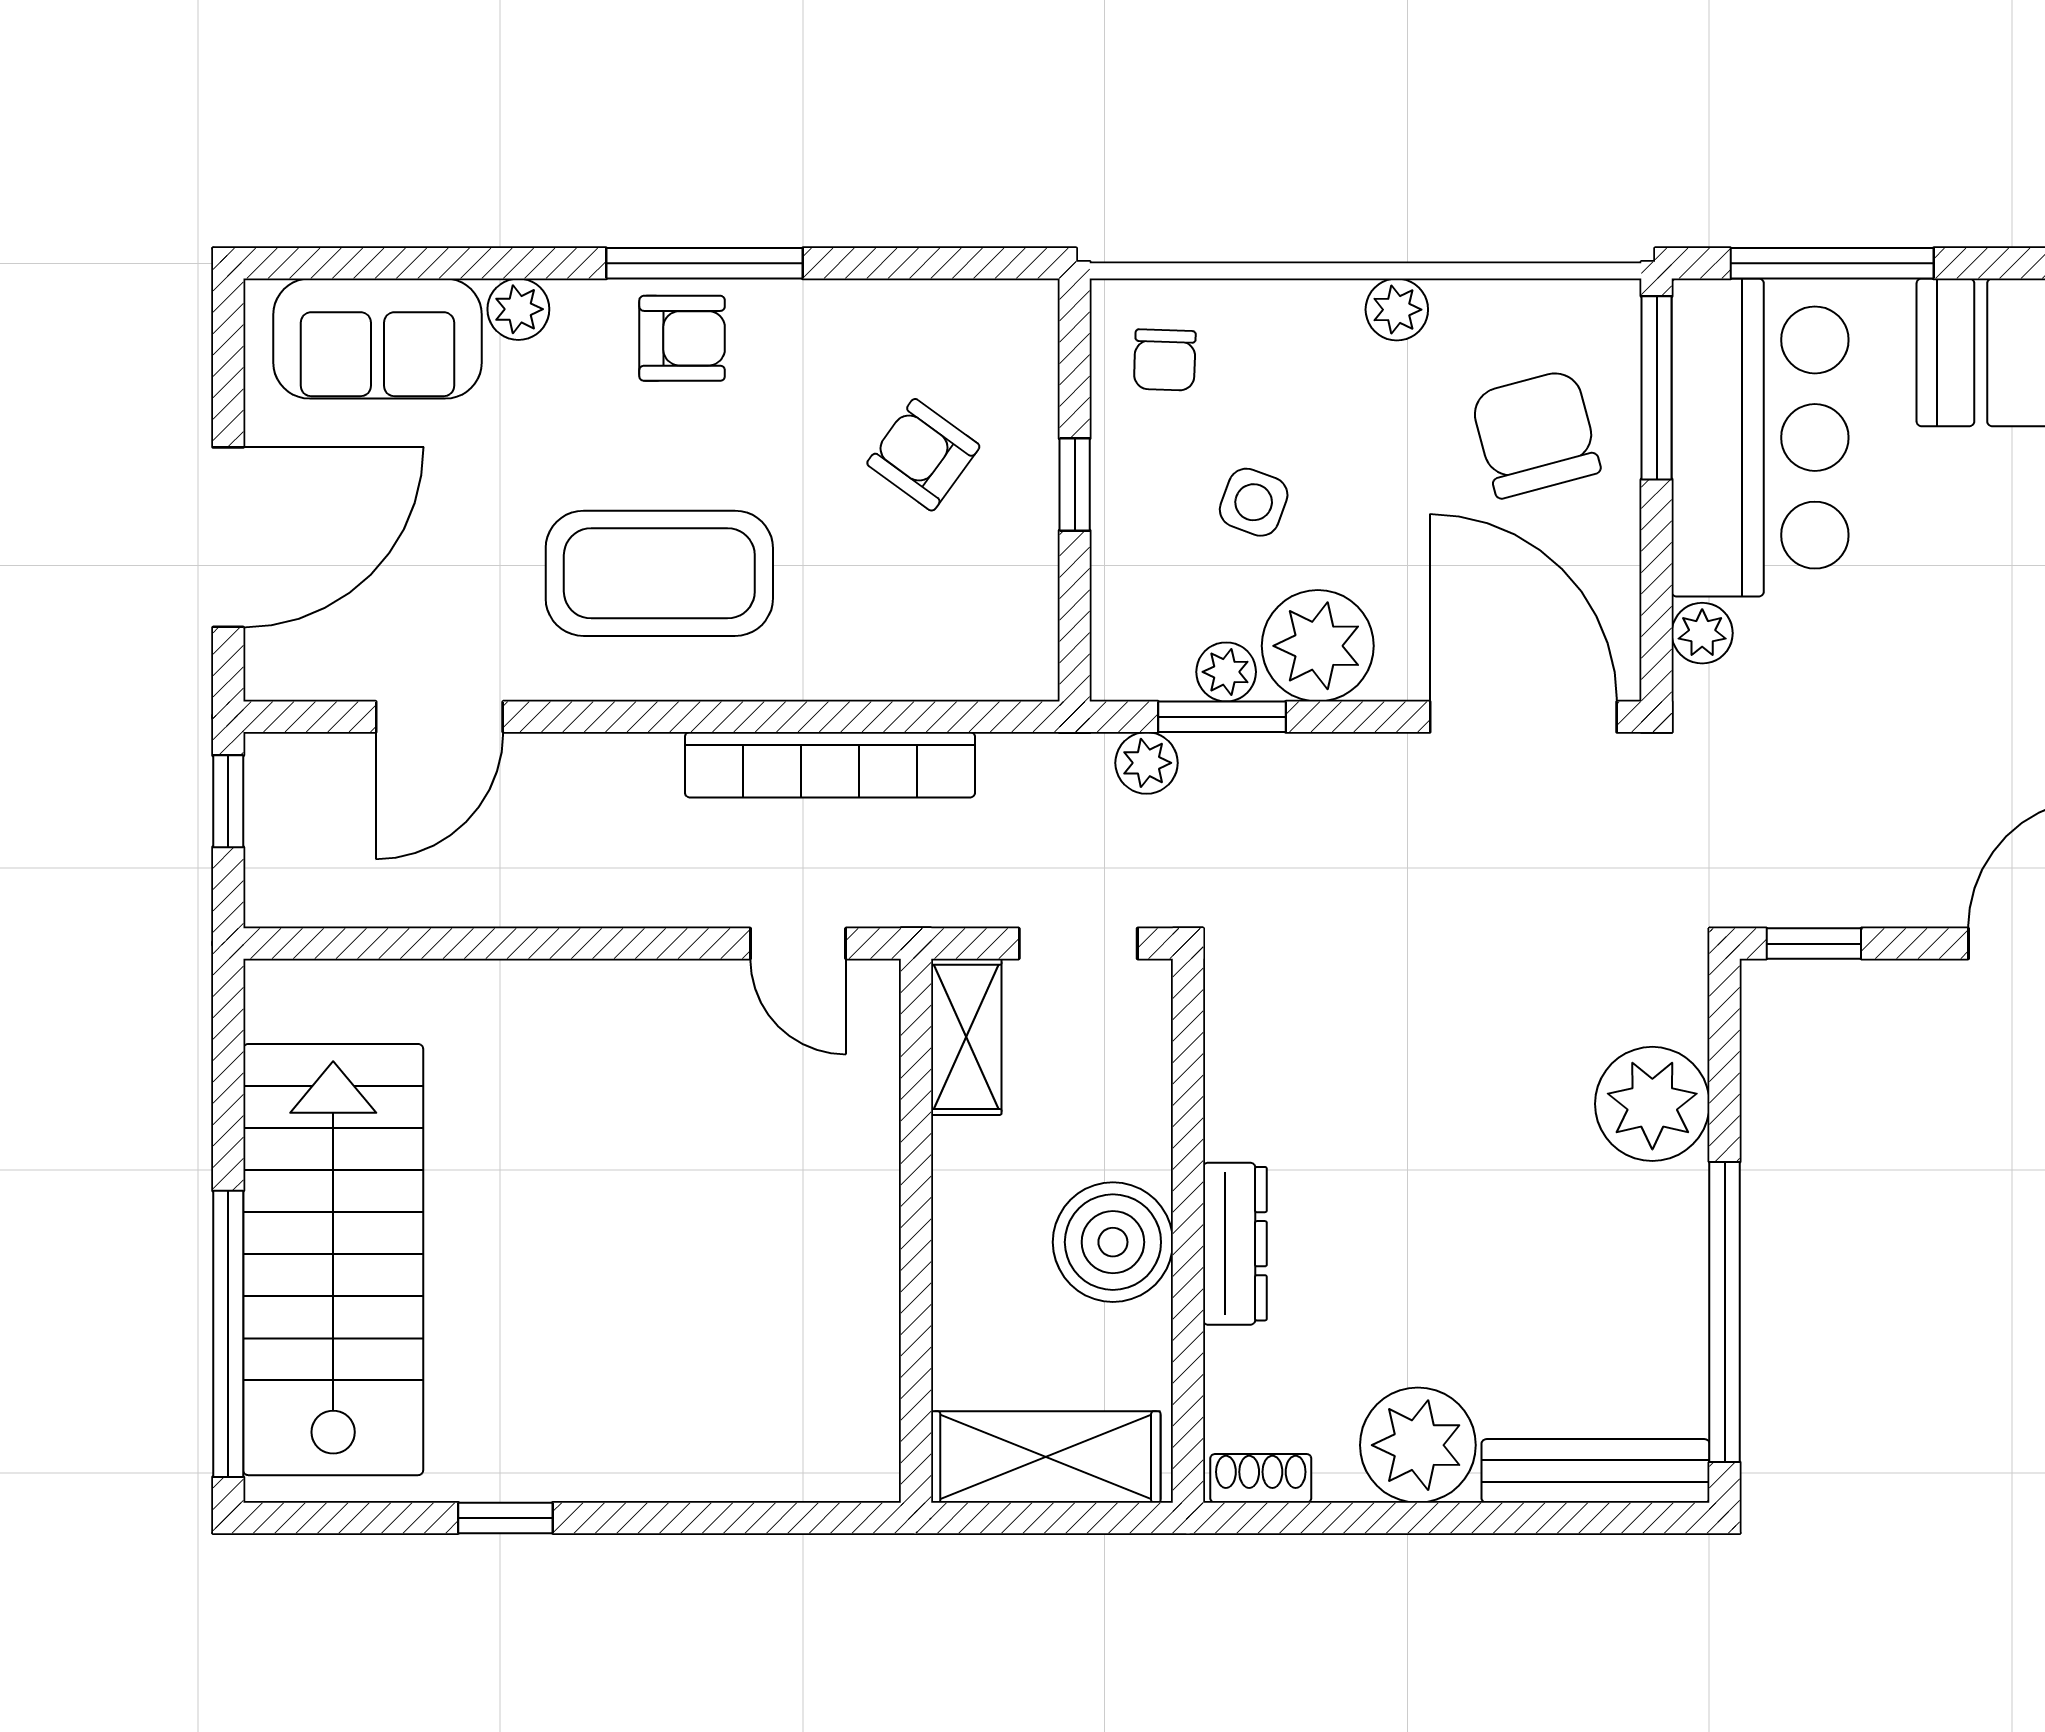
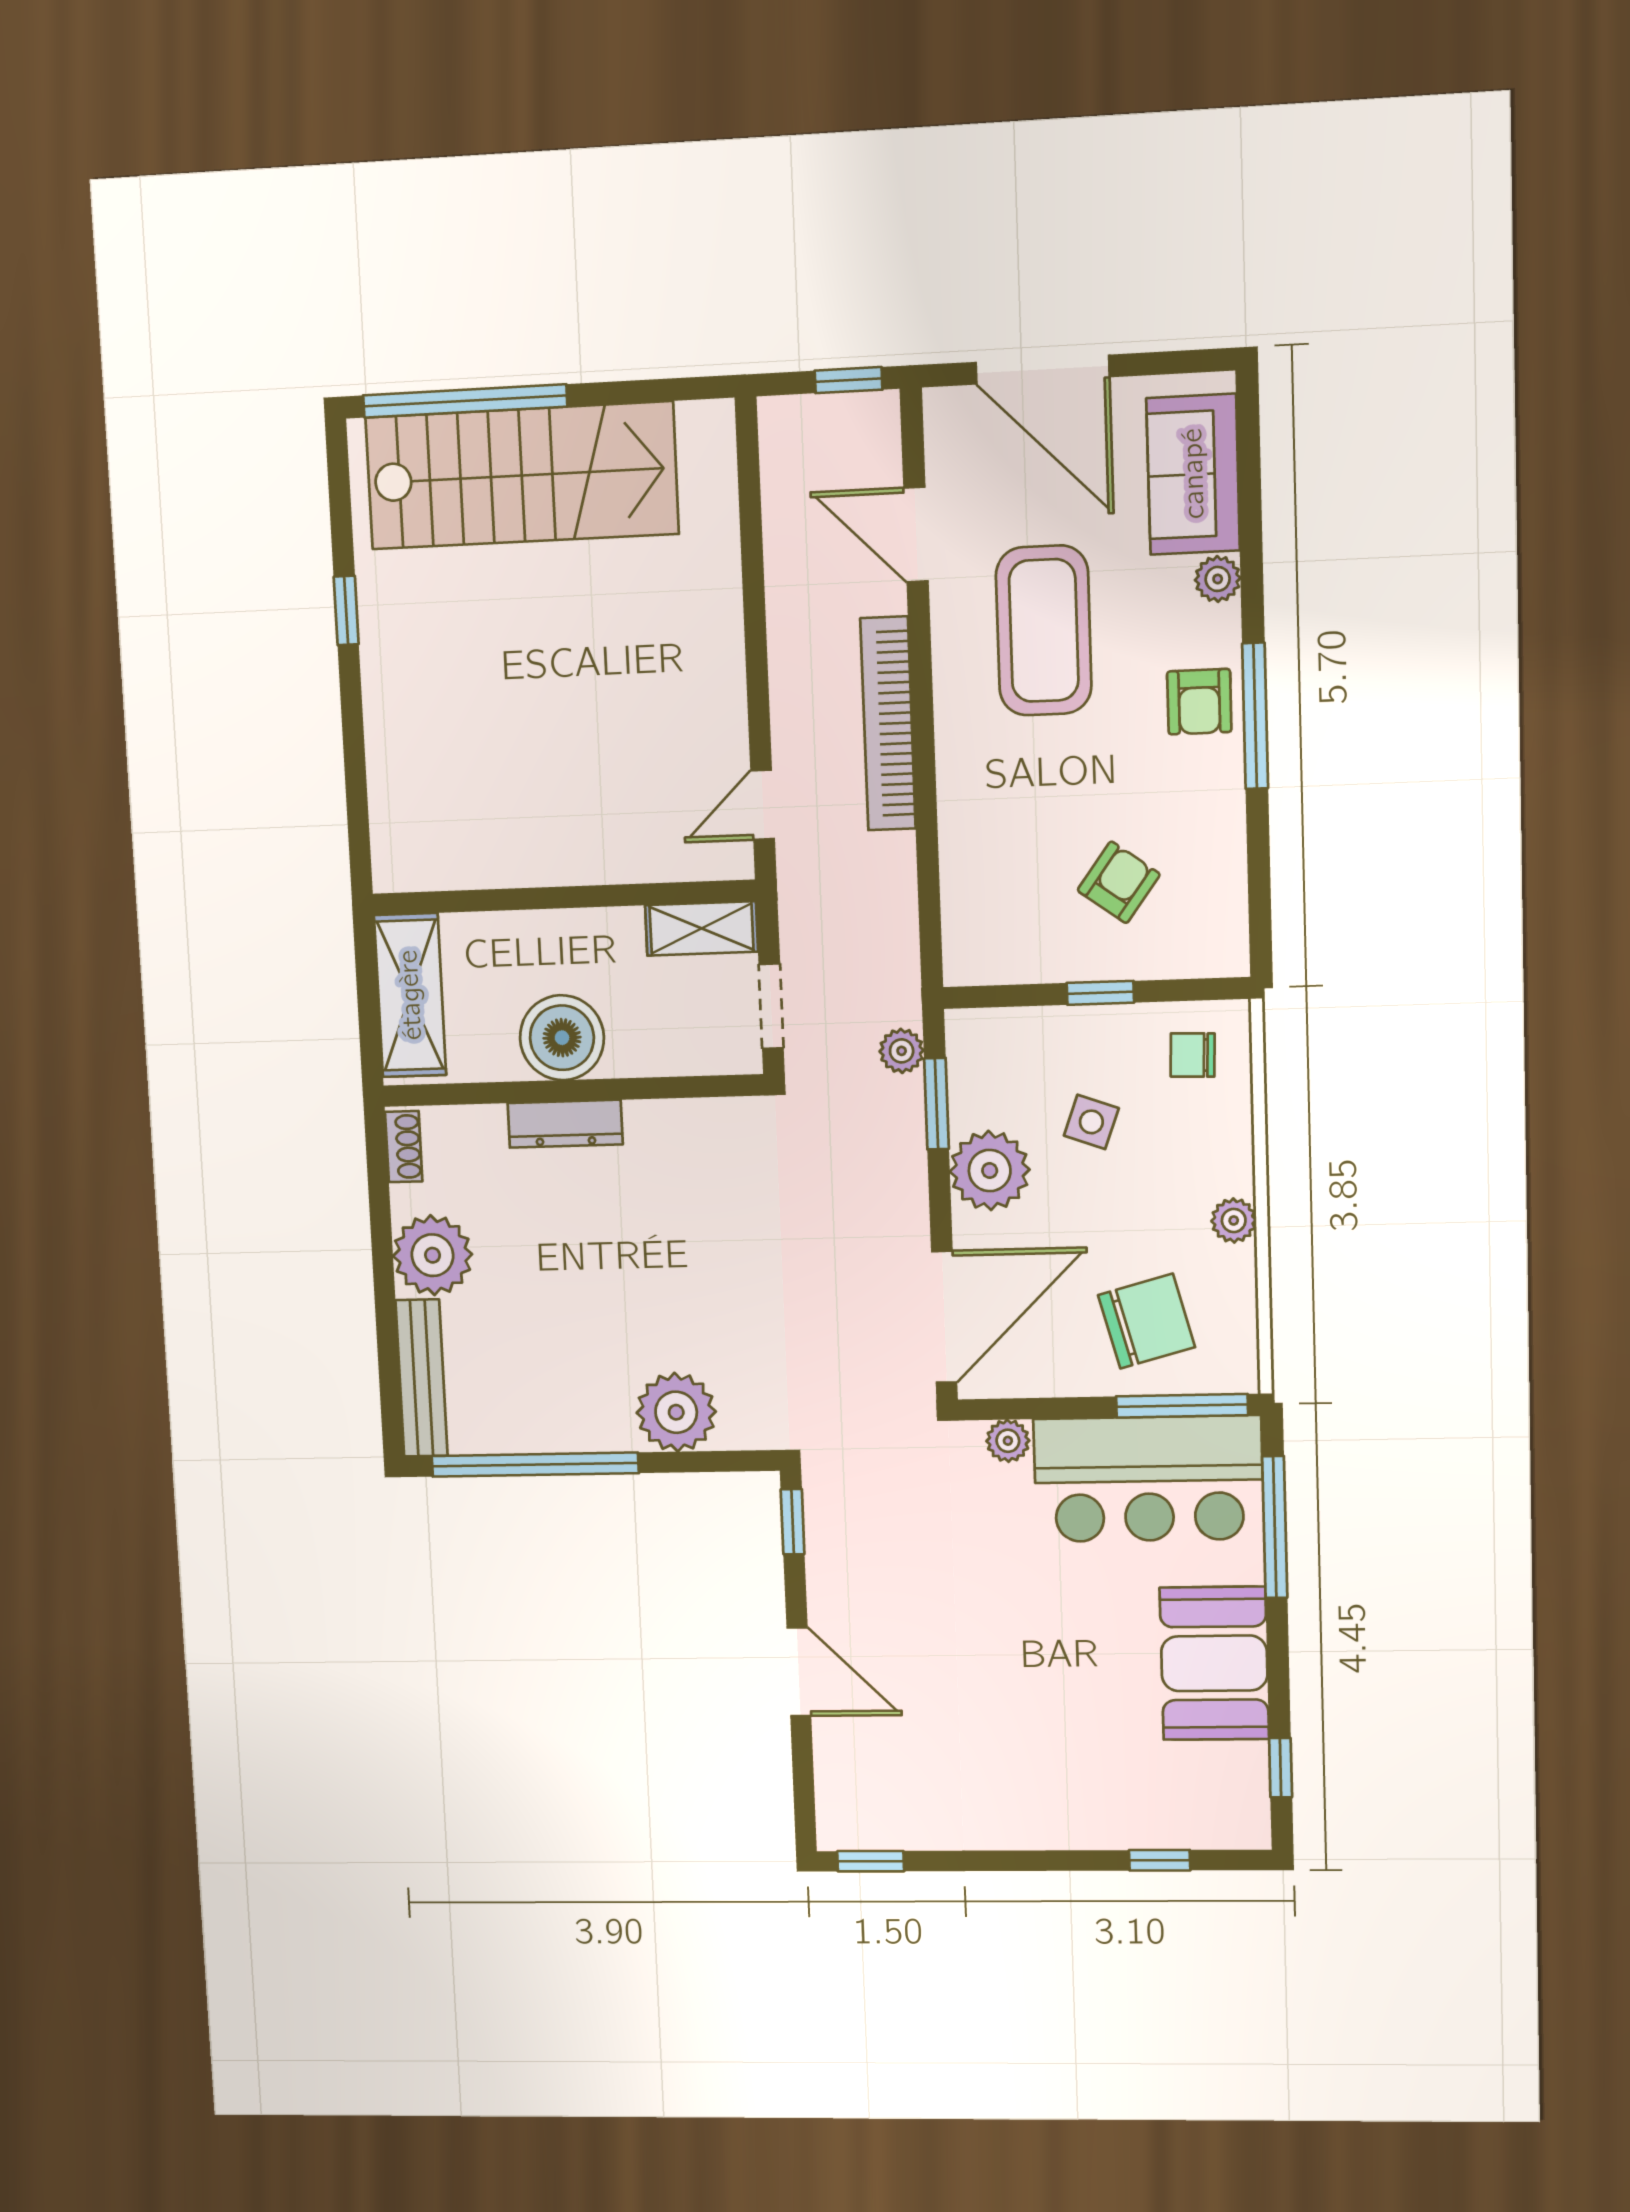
coffee table: (659, 573) -> (1044, 630), moved
plant: (1226, 672) -> (969, 1106), removed
bookcase: (830, 765) -> (888, 724), moved

